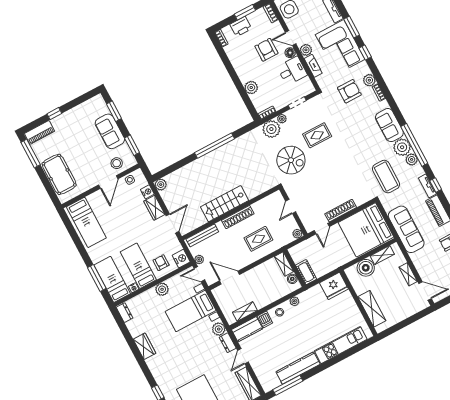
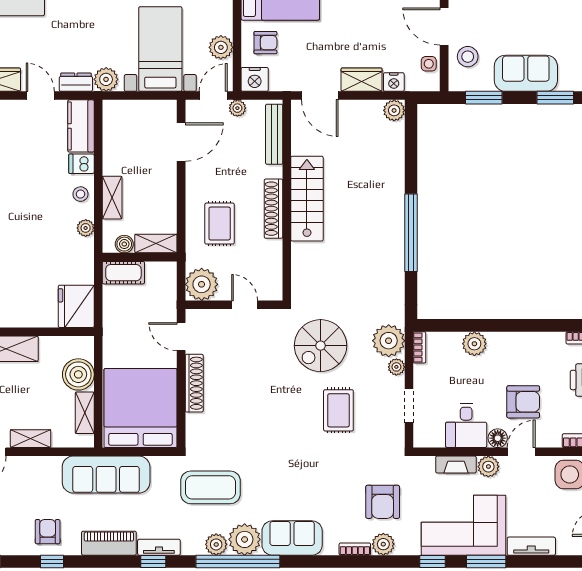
plant: (297, 234) -> (202, 284), width x1.87, depth x1.87
plant: (162, 289) -> (221, 47), moved
shelving: (245, 311) -> (112, 198), moved

